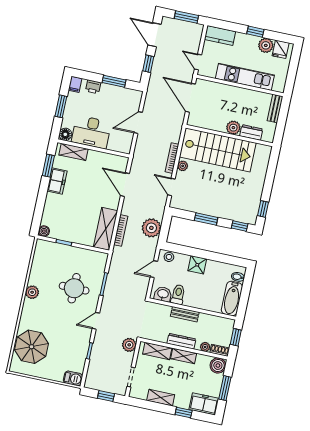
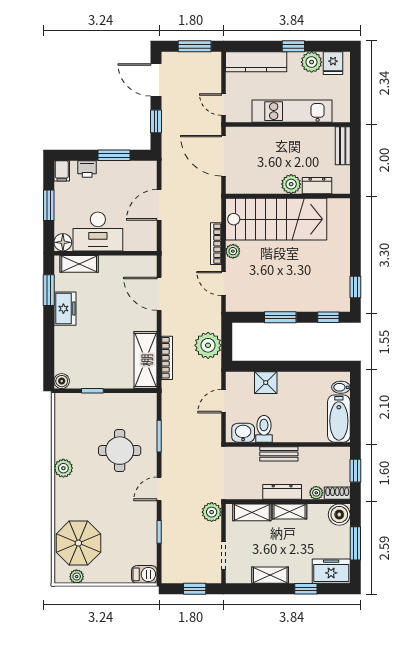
kitchen counter: (220, 35) -> (256, 62), width x1.50
stool: (169, 257) -> (241, 380), removed
shower: (197, 265) -> (266, 383), moved
plant: (25, 370) -> (77, 577), added

